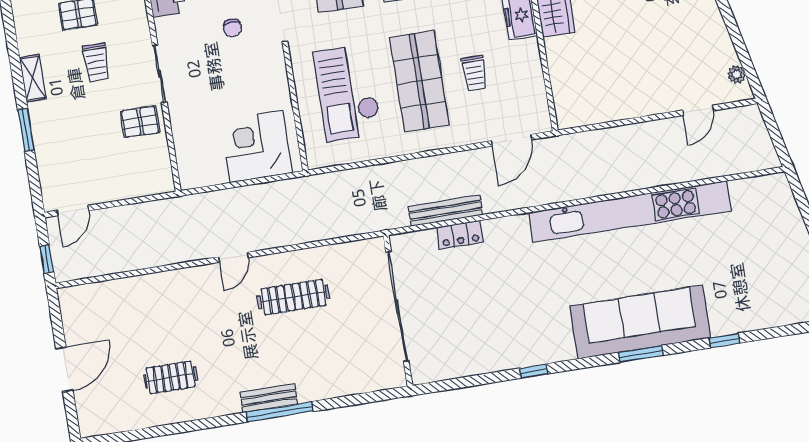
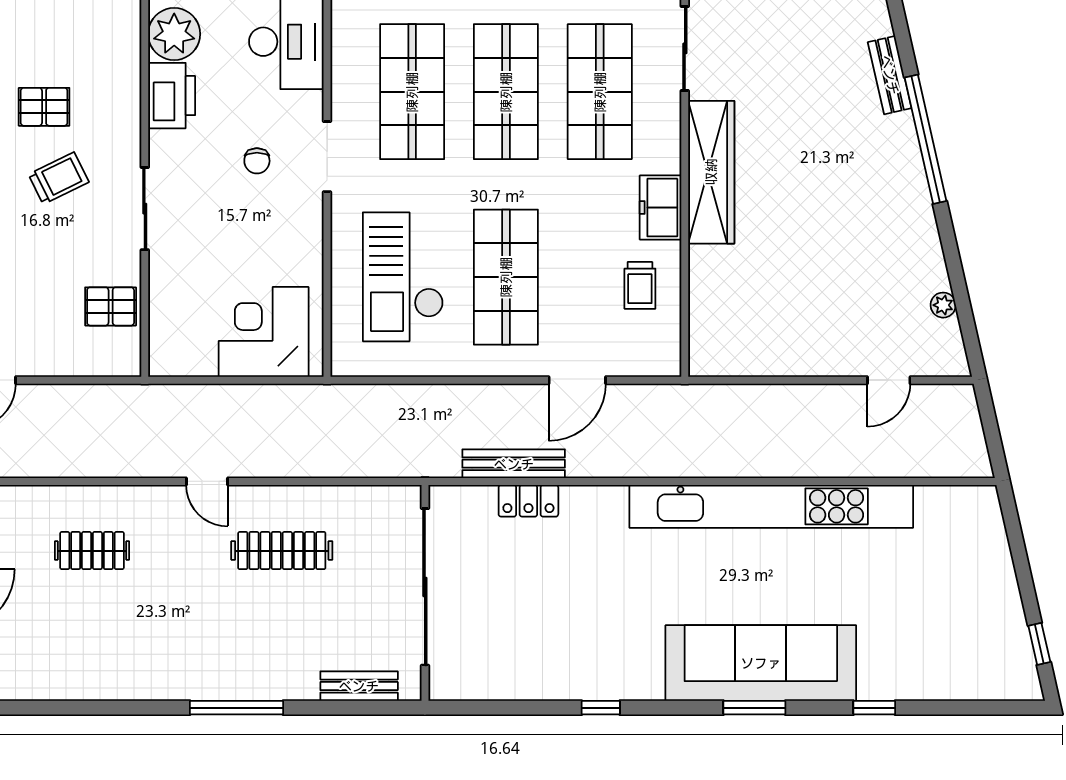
trolley: (96, 62) -> (59, 178), turned -116
trolley: (475, 73) -> (640, 285), moved
plant: (737, 75) -> (943, 305), moved
pallet: (140, 122) -> (111, 306), moved
door: (512, 140) -> (577, 380), moved
door: (233, 257) -> (207, 481), hinge flipped
clothes rail: (170, 377) -> (92, 551), moved
bench: (269, 398) -> (359, 686), moved

